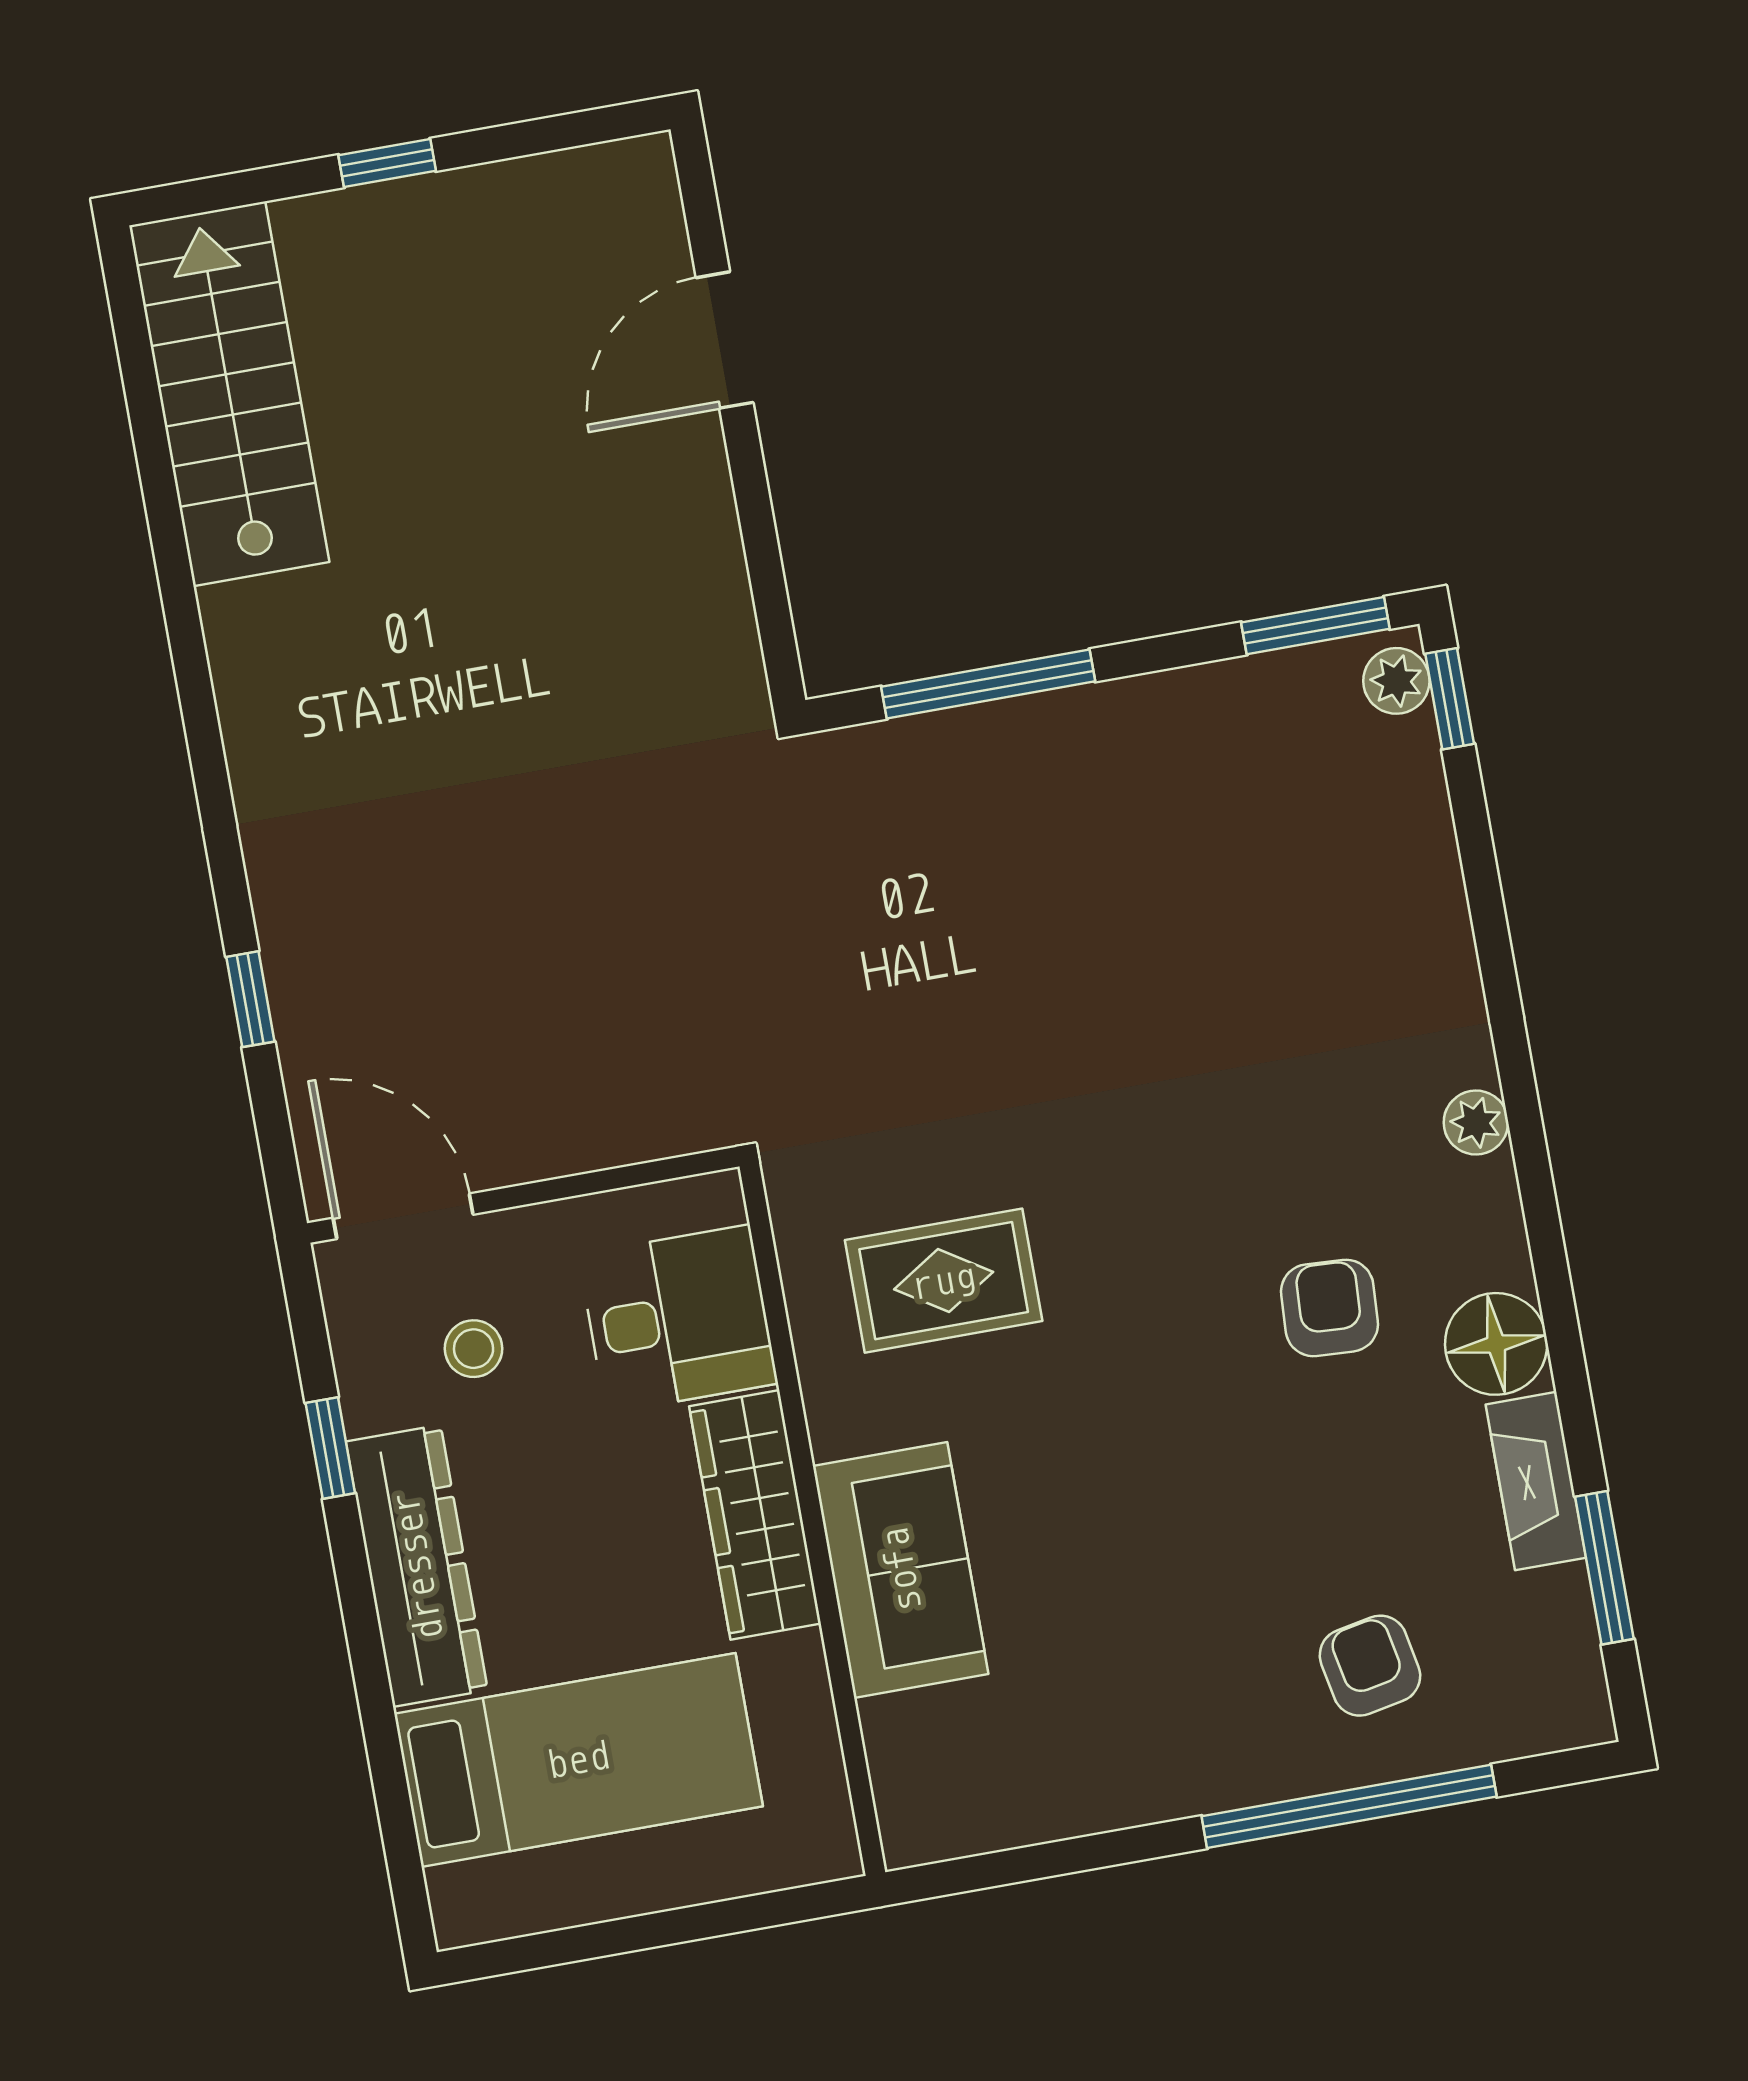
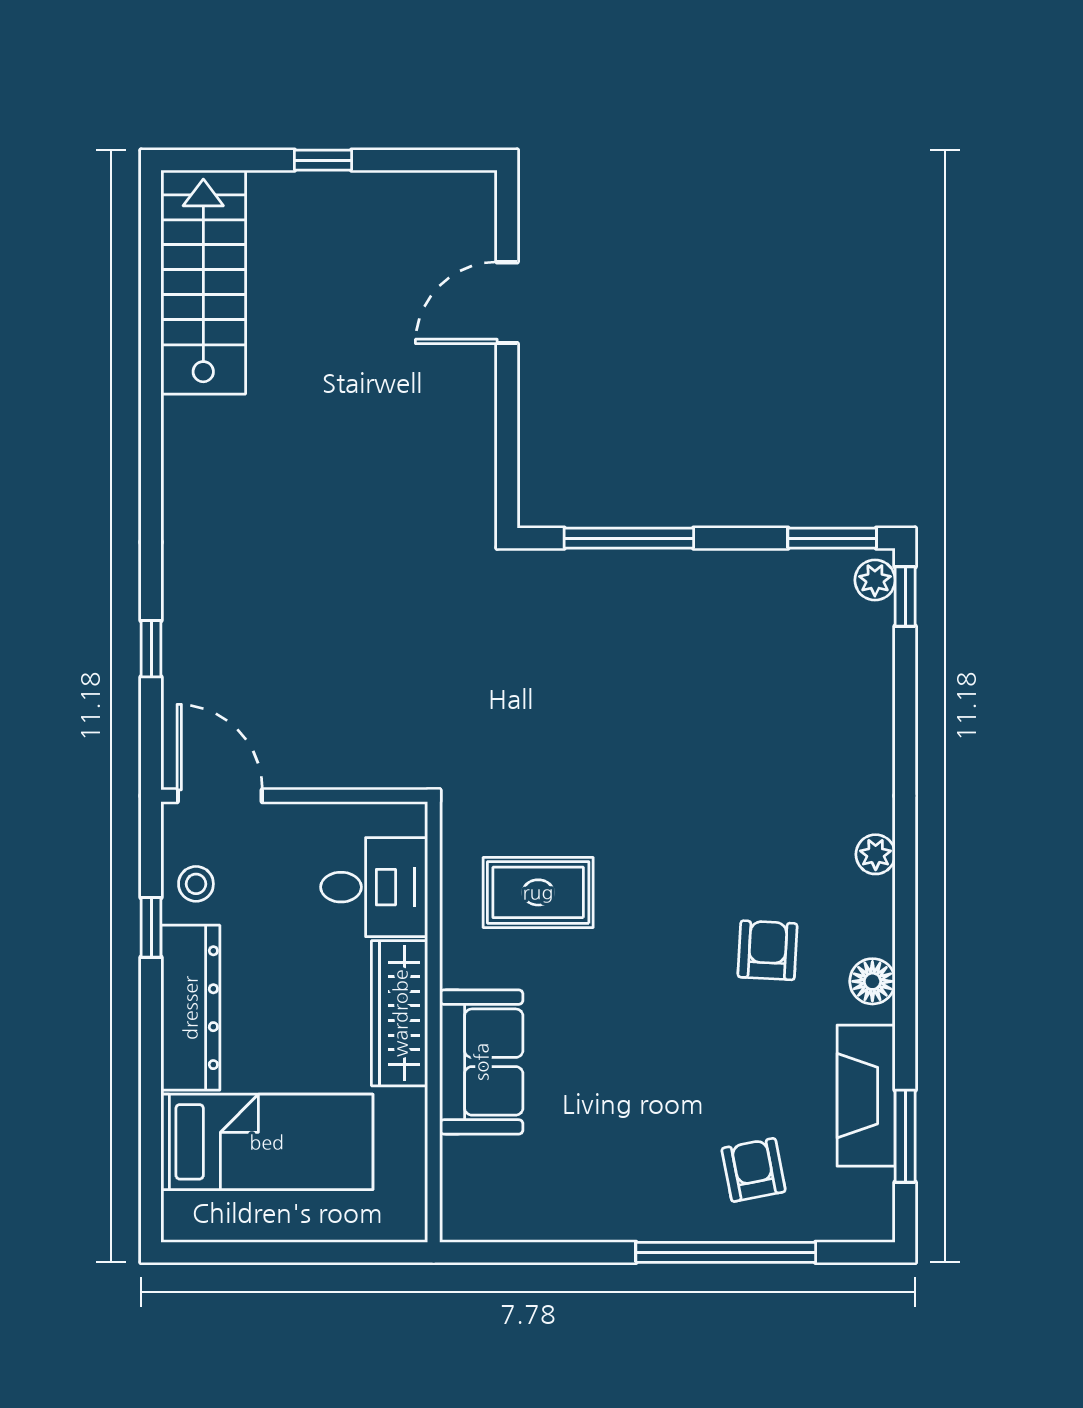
floor lamp: (1496, 1344) -> (872, 981), width x0.73, depth x0.73
stool: (474, 1349) -> (196, 884), moved
fireplace: (1536, 1481) -> (866, 1096), width x1.37, depth x1.32

